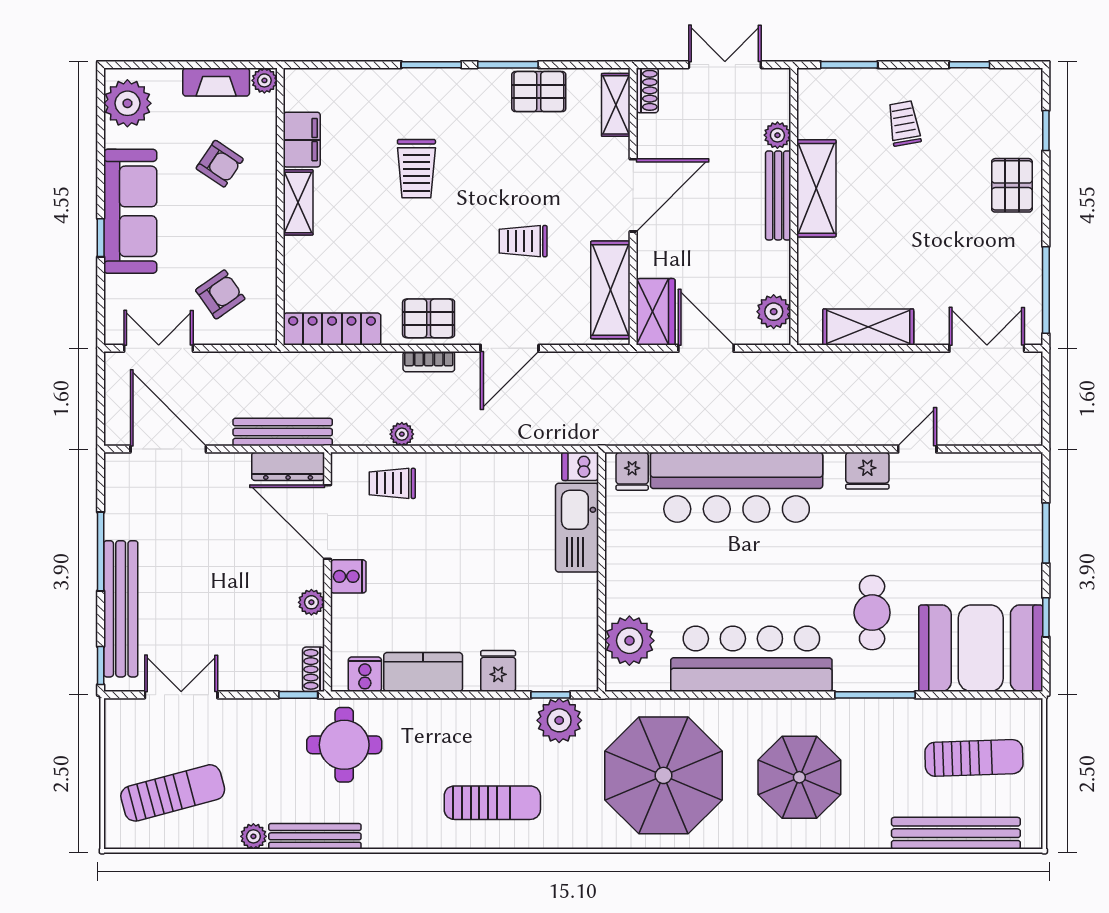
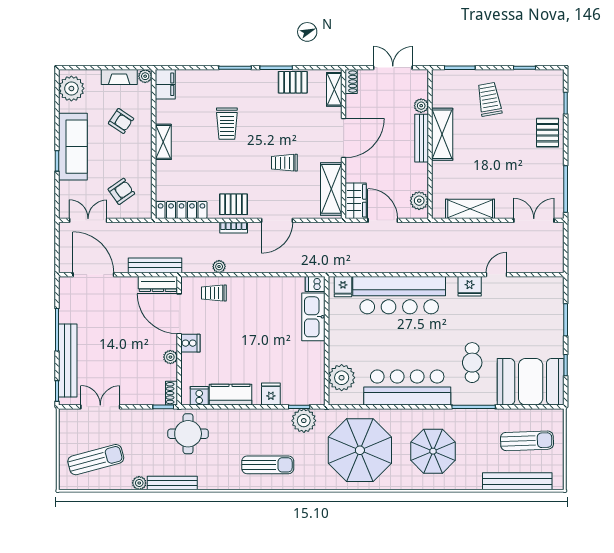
trolley: (904, 123) -> (489, 99), width x1.36, depth x1.39
filing cabinet: (302, 140) -> (165, 84), moved

